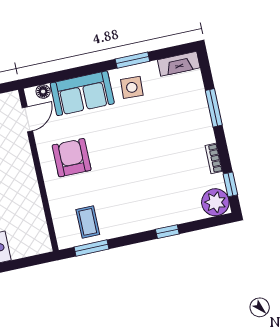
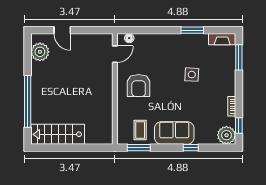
side table: (132, 87) -> (192, 75), moved
sofa: (82, 93) -> (174, 133), moved, turned 180
window: (214, 108) -> (239, 57), moved
armchair: (72, 158) -> (139, 86), turned 180

